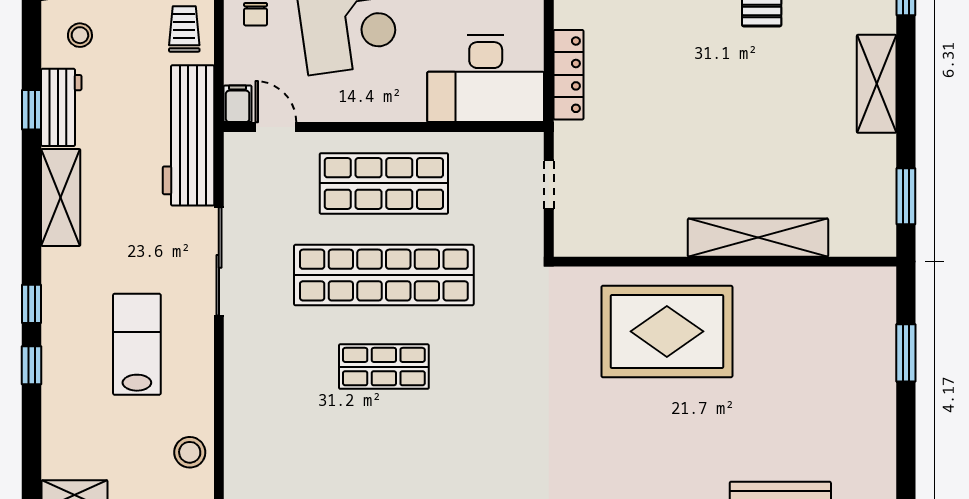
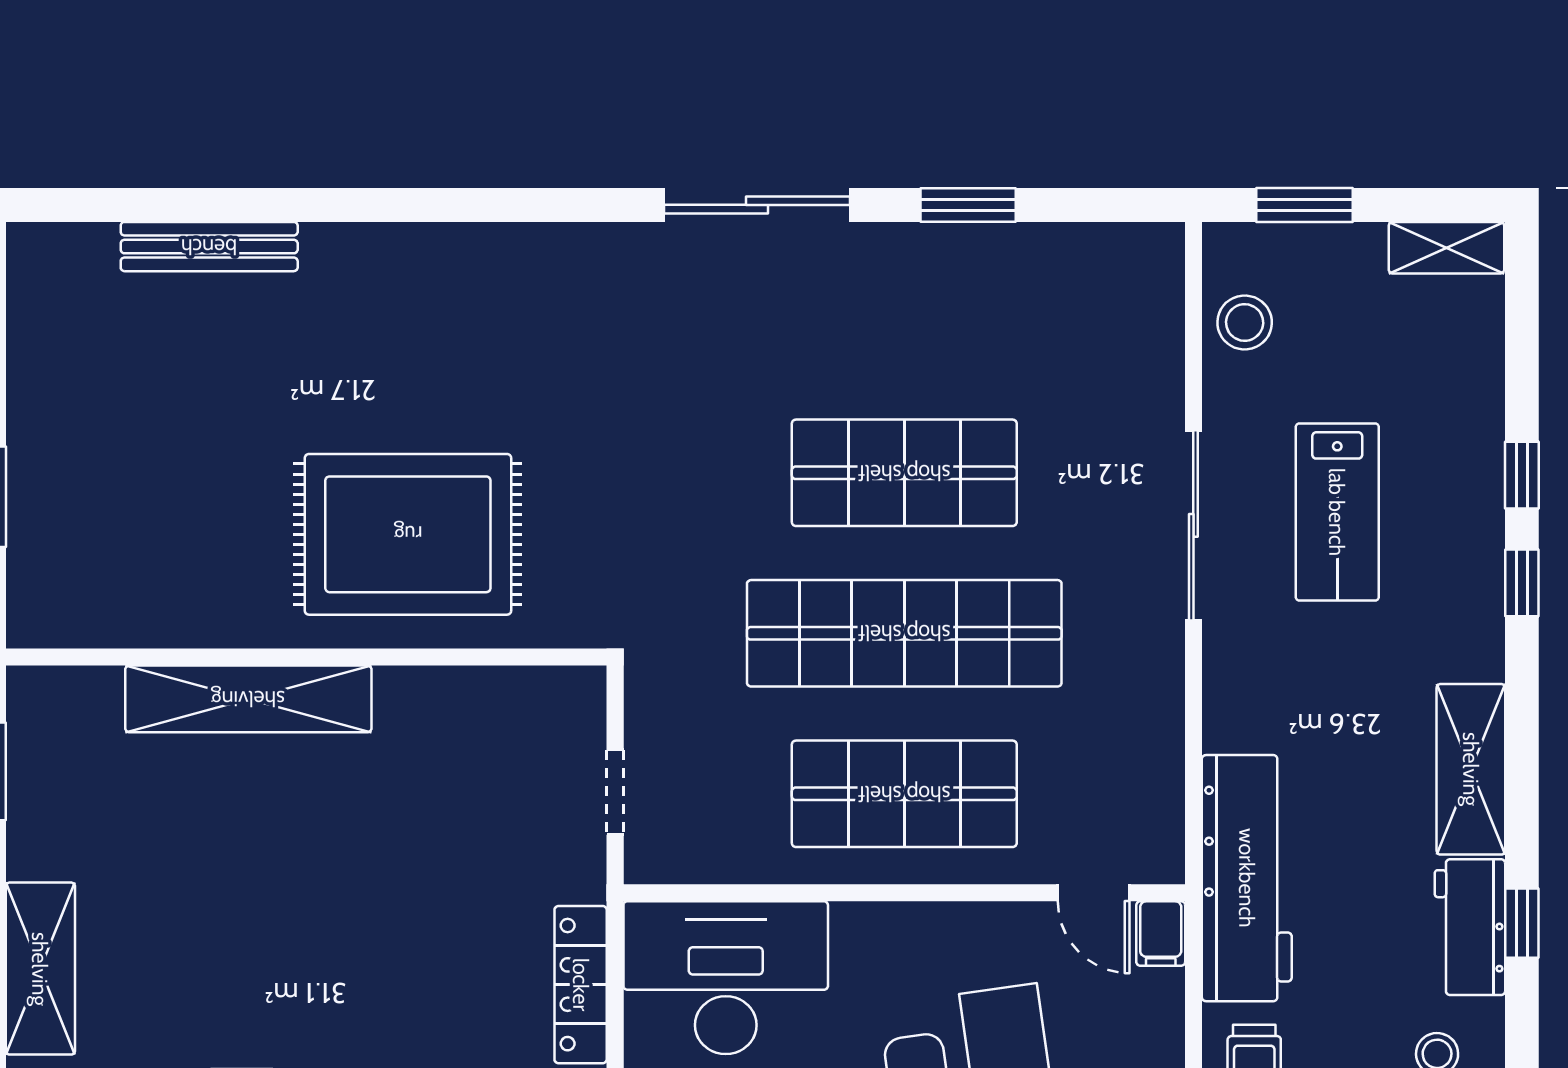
sliding door: (219, 261) -> (1193, 525), moved
shop shelf: (384, 367) -> (904, 473), width x1.43, depth x1.36

